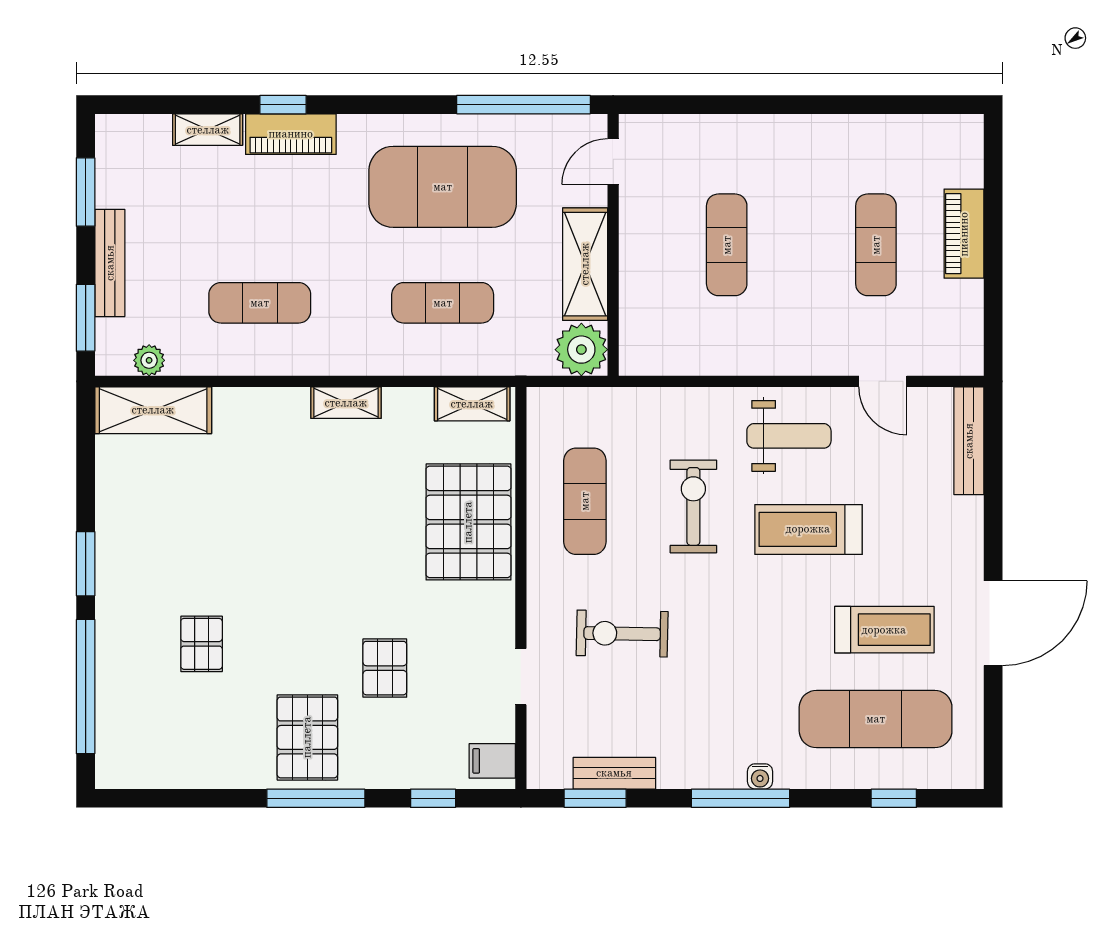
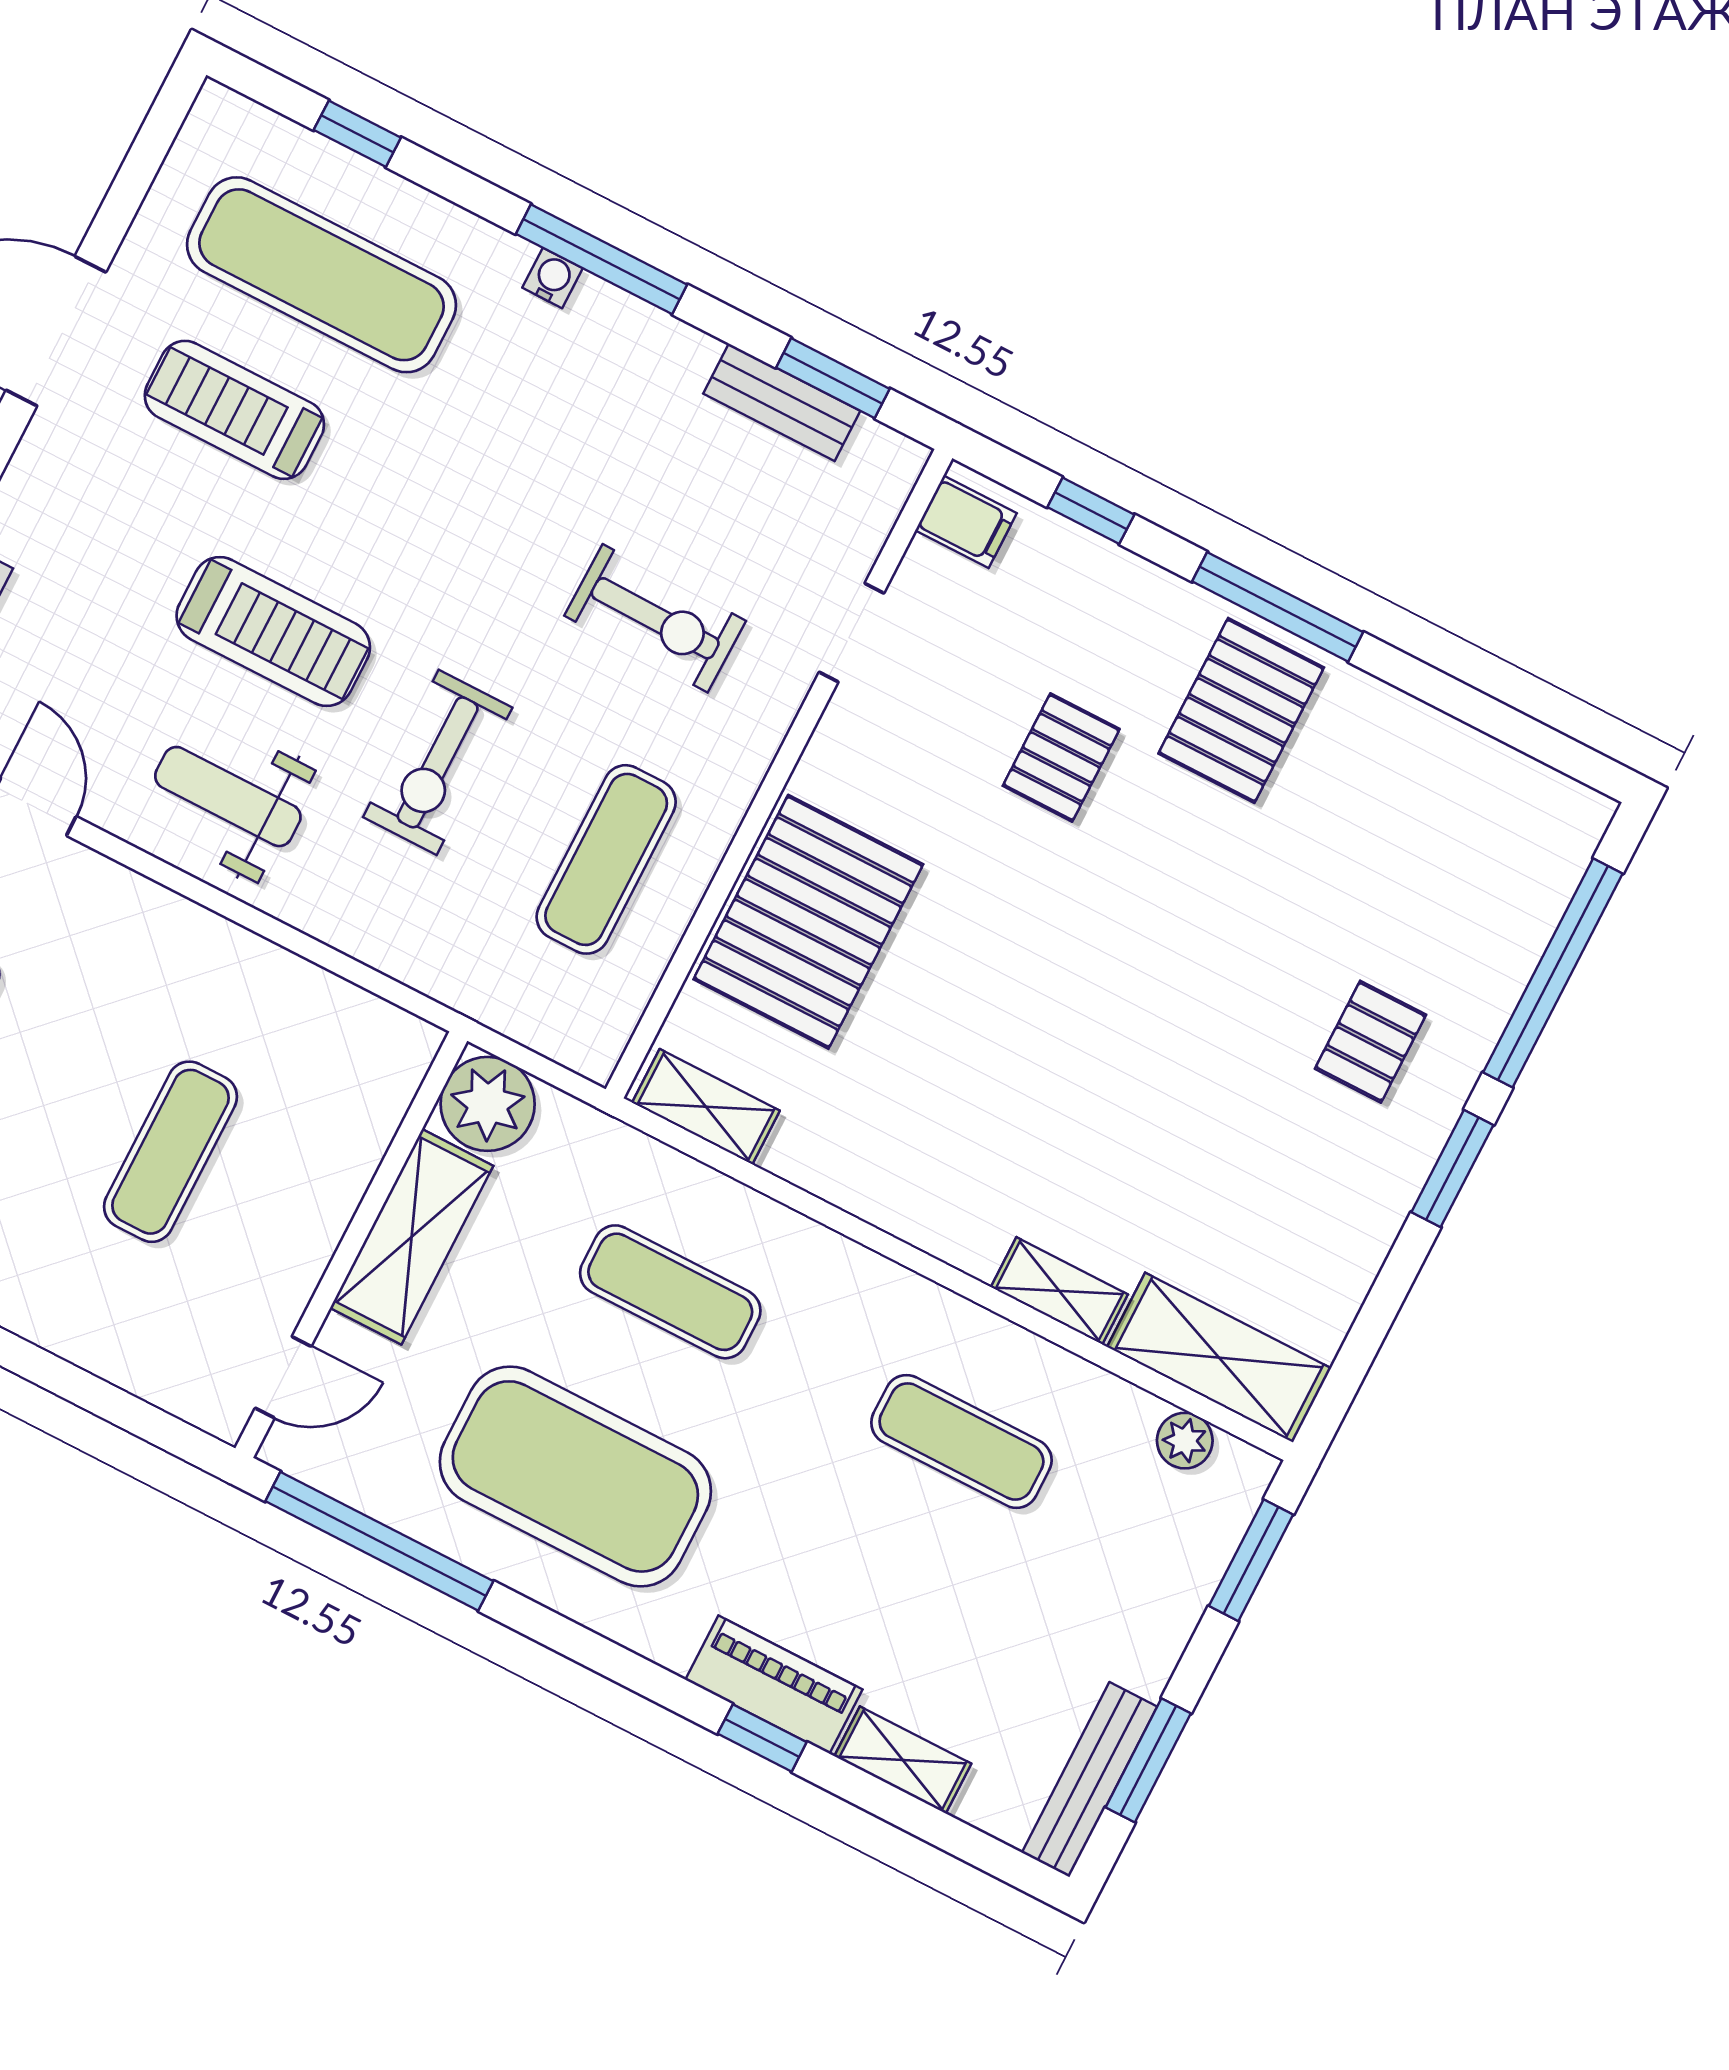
bench: (110, 263) -> (1089, 1780), moved
shelving: (346, 403) -> (1059, 1291), moved
pallet: (202, 644) -> (1371, 1042), moved

